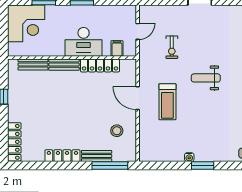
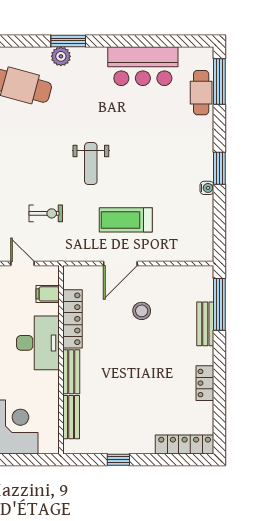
treadmill: (167, 102) -> (126, 220), turned 180
stool: (117, 131) -> (142, 311), moved
locker: (62, 156) -> (205, 383), width x0.66

